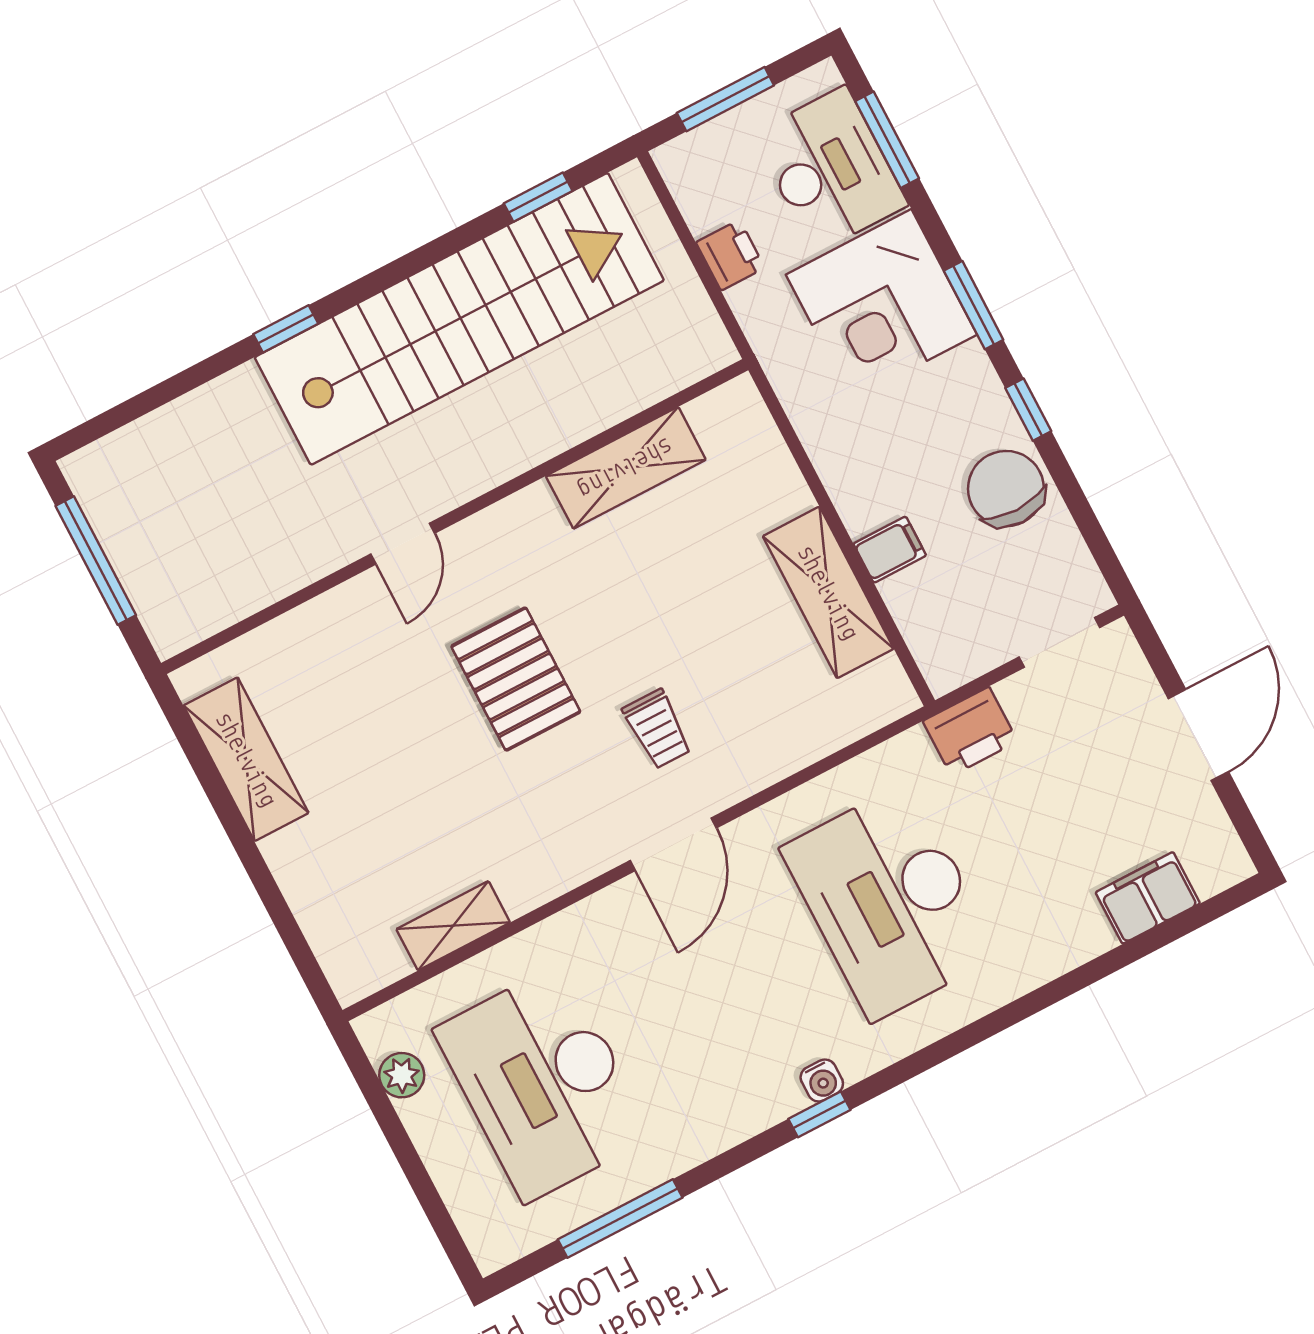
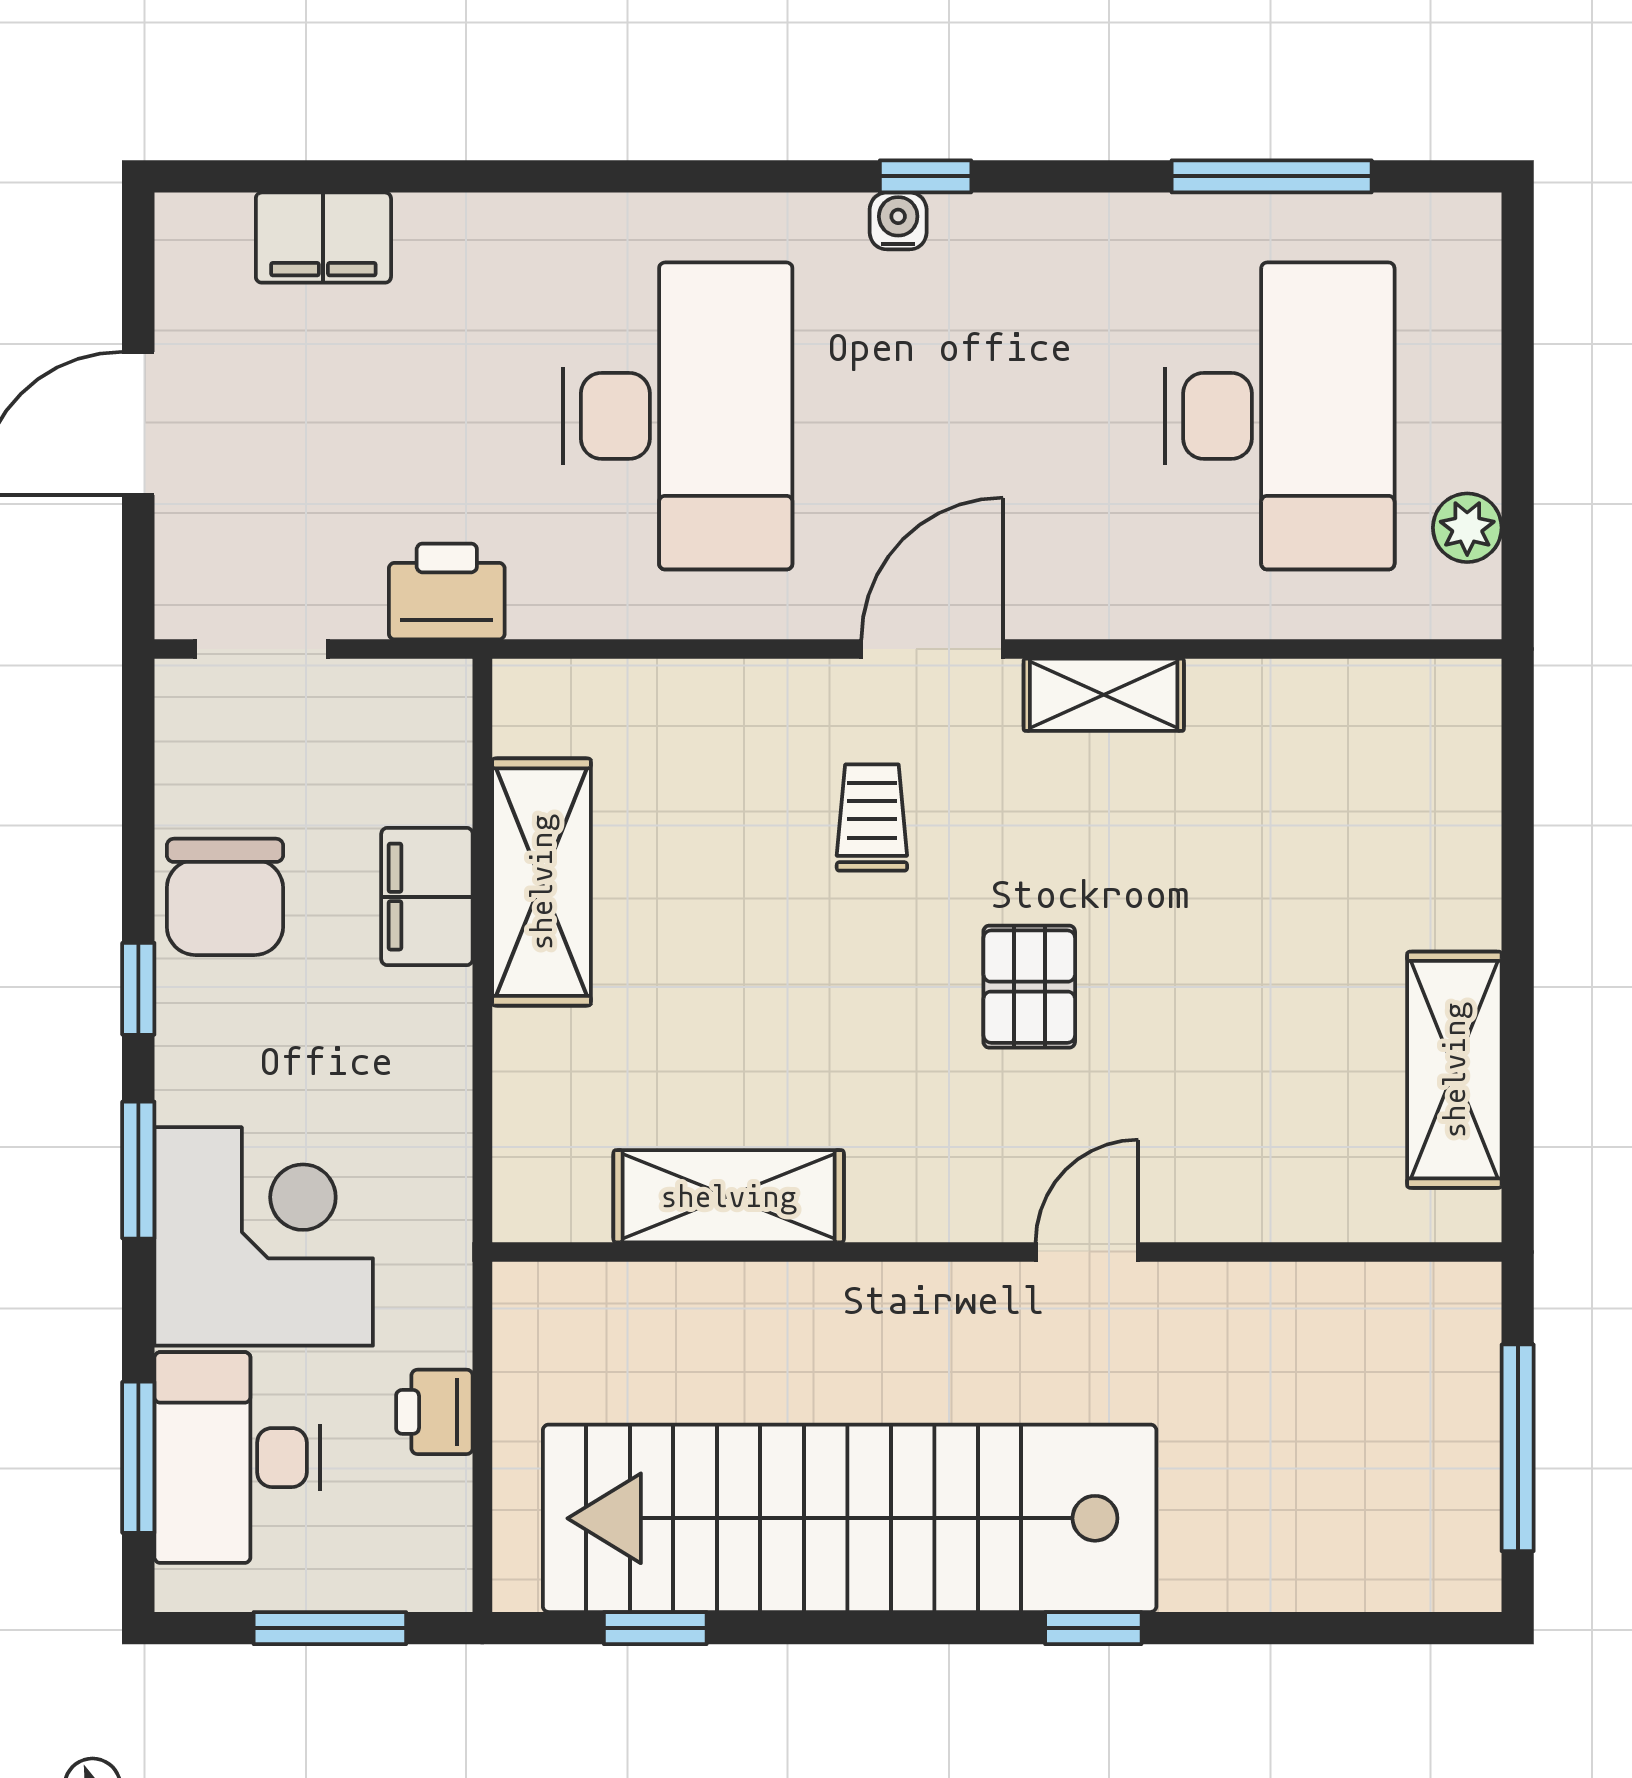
filing cabinet: (890, 550) -> (427, 897), width x2.00
pallet: (516, 679) -> (1029, 987), width x0.67, depth x0.71
shelving: (453, 926) -> (1104, 695), moved

